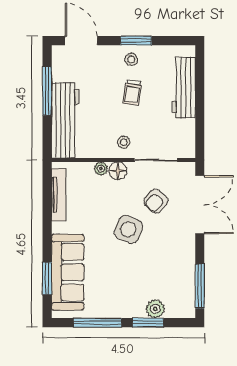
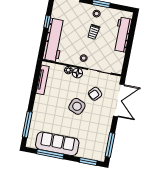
window: (47, 91) -> (47, 22), width x0.46
sofa: (68, 272) -> (57, 144), moved, turned -90
window: (47, 278) -> (27, 125), width x1.44
plant: (155, 309) -> (83, 153), removed
window: (148, 323) -> (88, 161), moved

